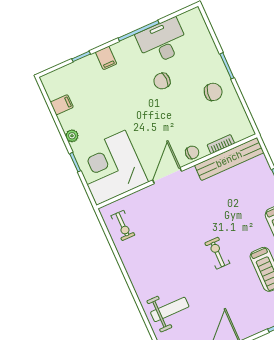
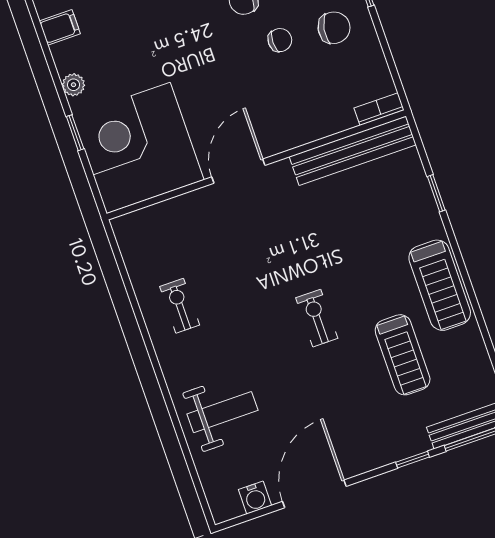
bookcase: (221, 144) -> (379, 109), moved
chair: (192, 152) -> (280, 40), moved
exercise bike: (123, 225) -> (180, 306), moved, turned 180

